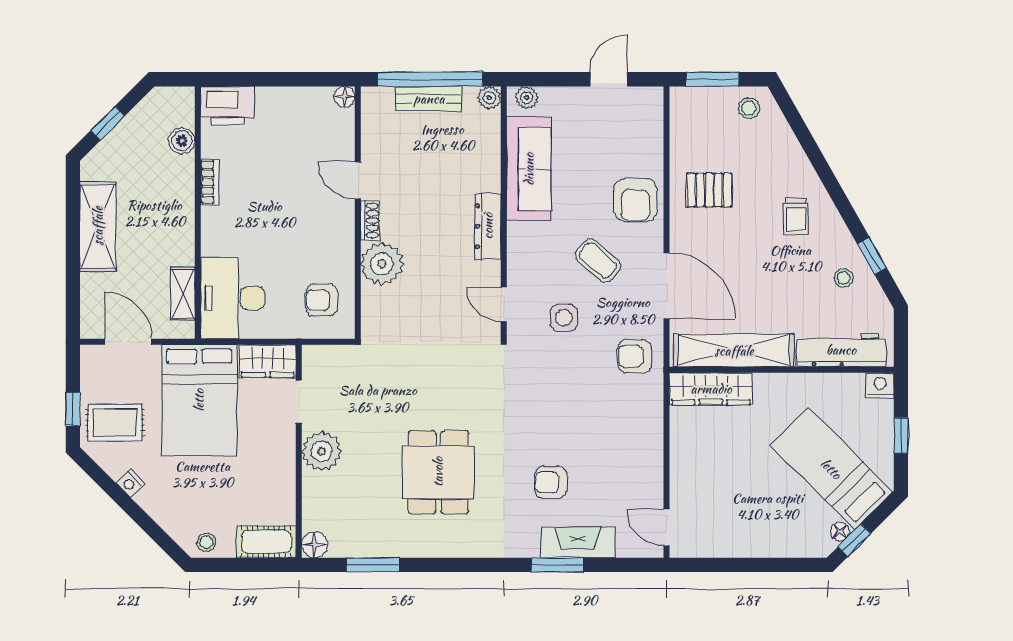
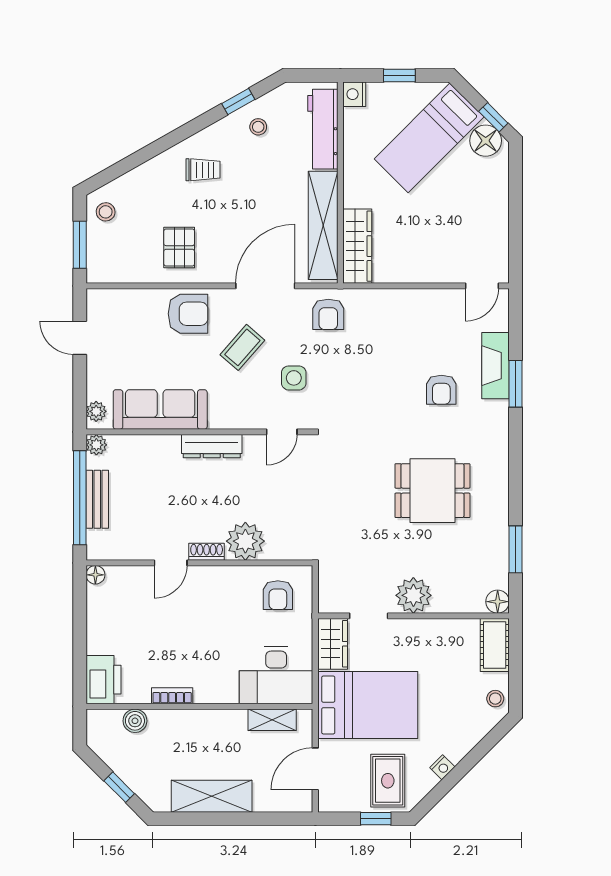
floor lamp: (840, 532) -> (486, 141), width x1.89, depth x1.89

